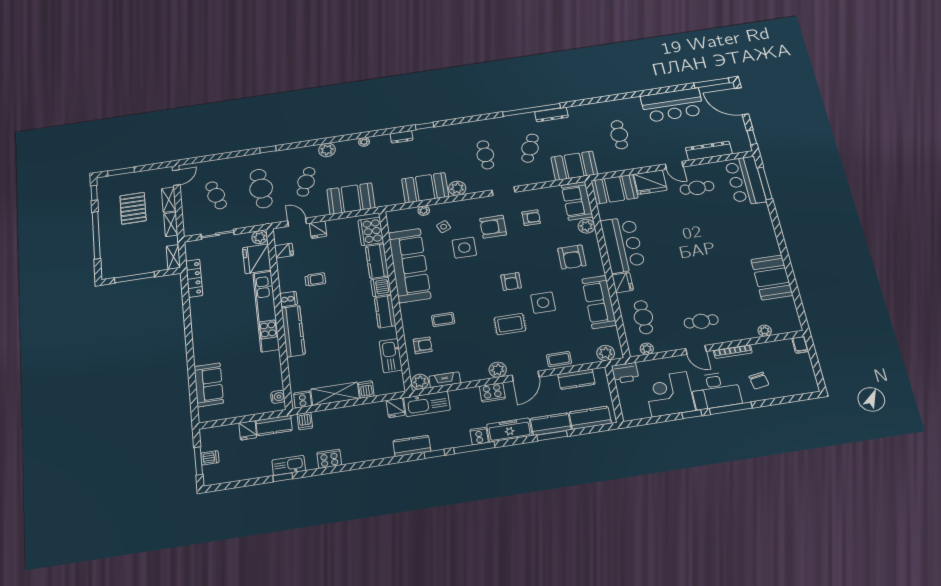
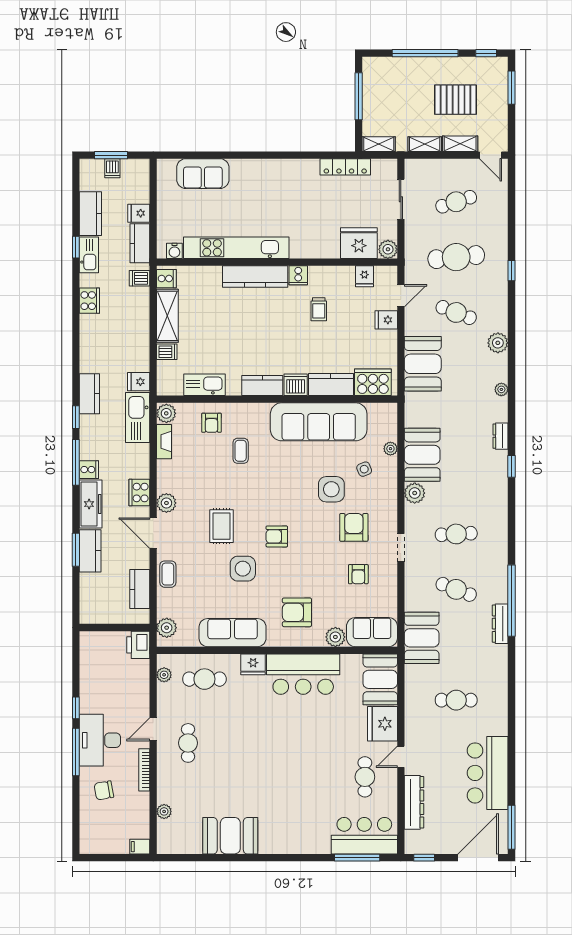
kitchen unit: (266, 311) -> (236, 248), moved
corner desk: (669, 394) -> (104, 688), removed
kitchen counter: (590, 418) -> (90, 214), moved

